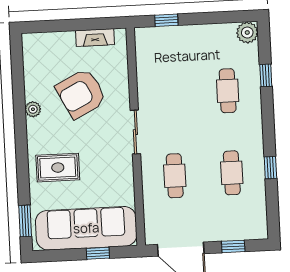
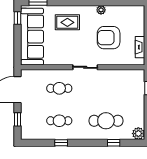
cafe table: (228, 91) -> (106, 121), width x1.37, depth x1.35
armchair: (81, 94) -> (109, 38), turned -63
rug: (58, 168) -> (67, 22), turned 90
window: (98, 253) -> (18, 18), moved

